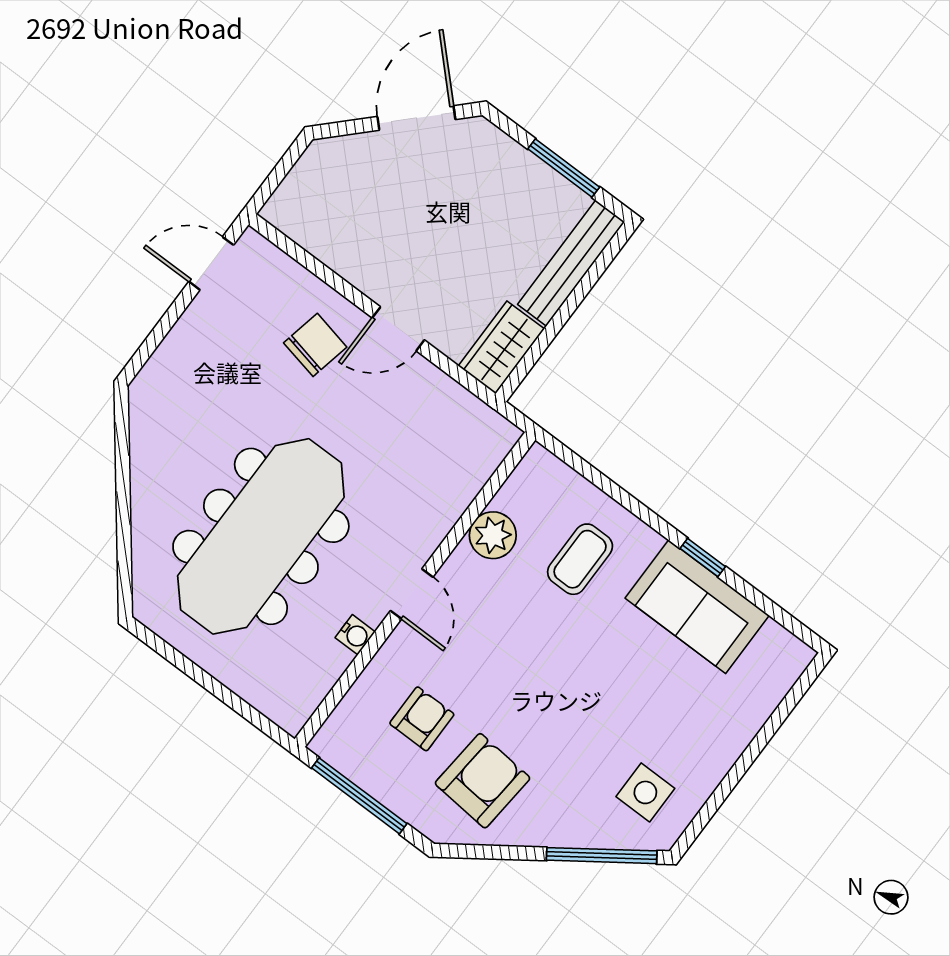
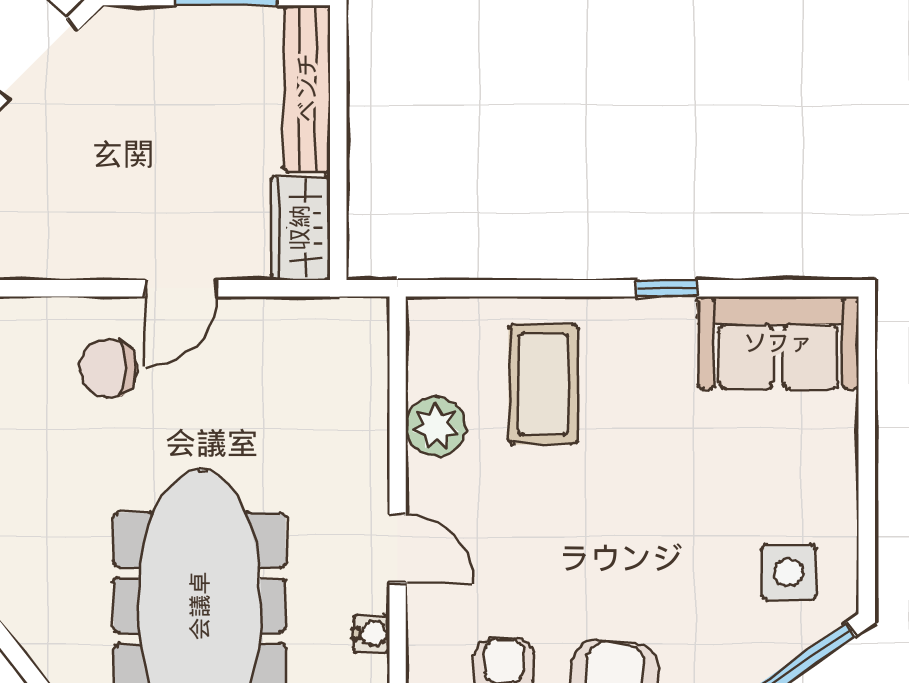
chair: (315, 345) -> (108, 368), turned -102
coffee table: (580, 559) -> (543, 384), width x1.36, depth x1.30
sofa: (697, 607) -> (778, 343), moved

